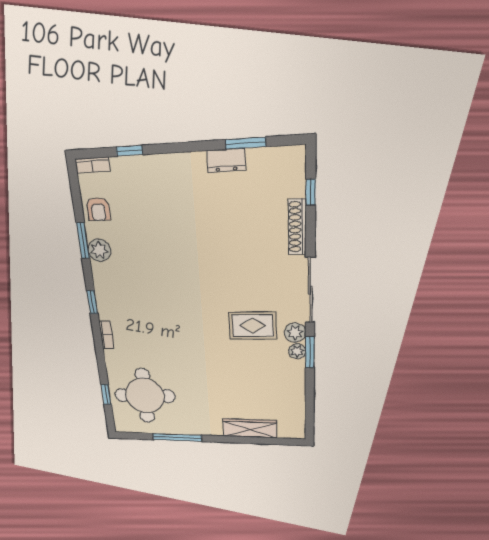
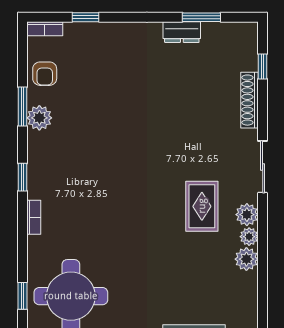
sliding door: (310, 290) -> (263, 167), width x0.73
rug: (253, 326) -> (202, 206), turned 90
window: (310, 352) -> (263, 237), removed
plant: (295, 370) -> (246, 259), added

